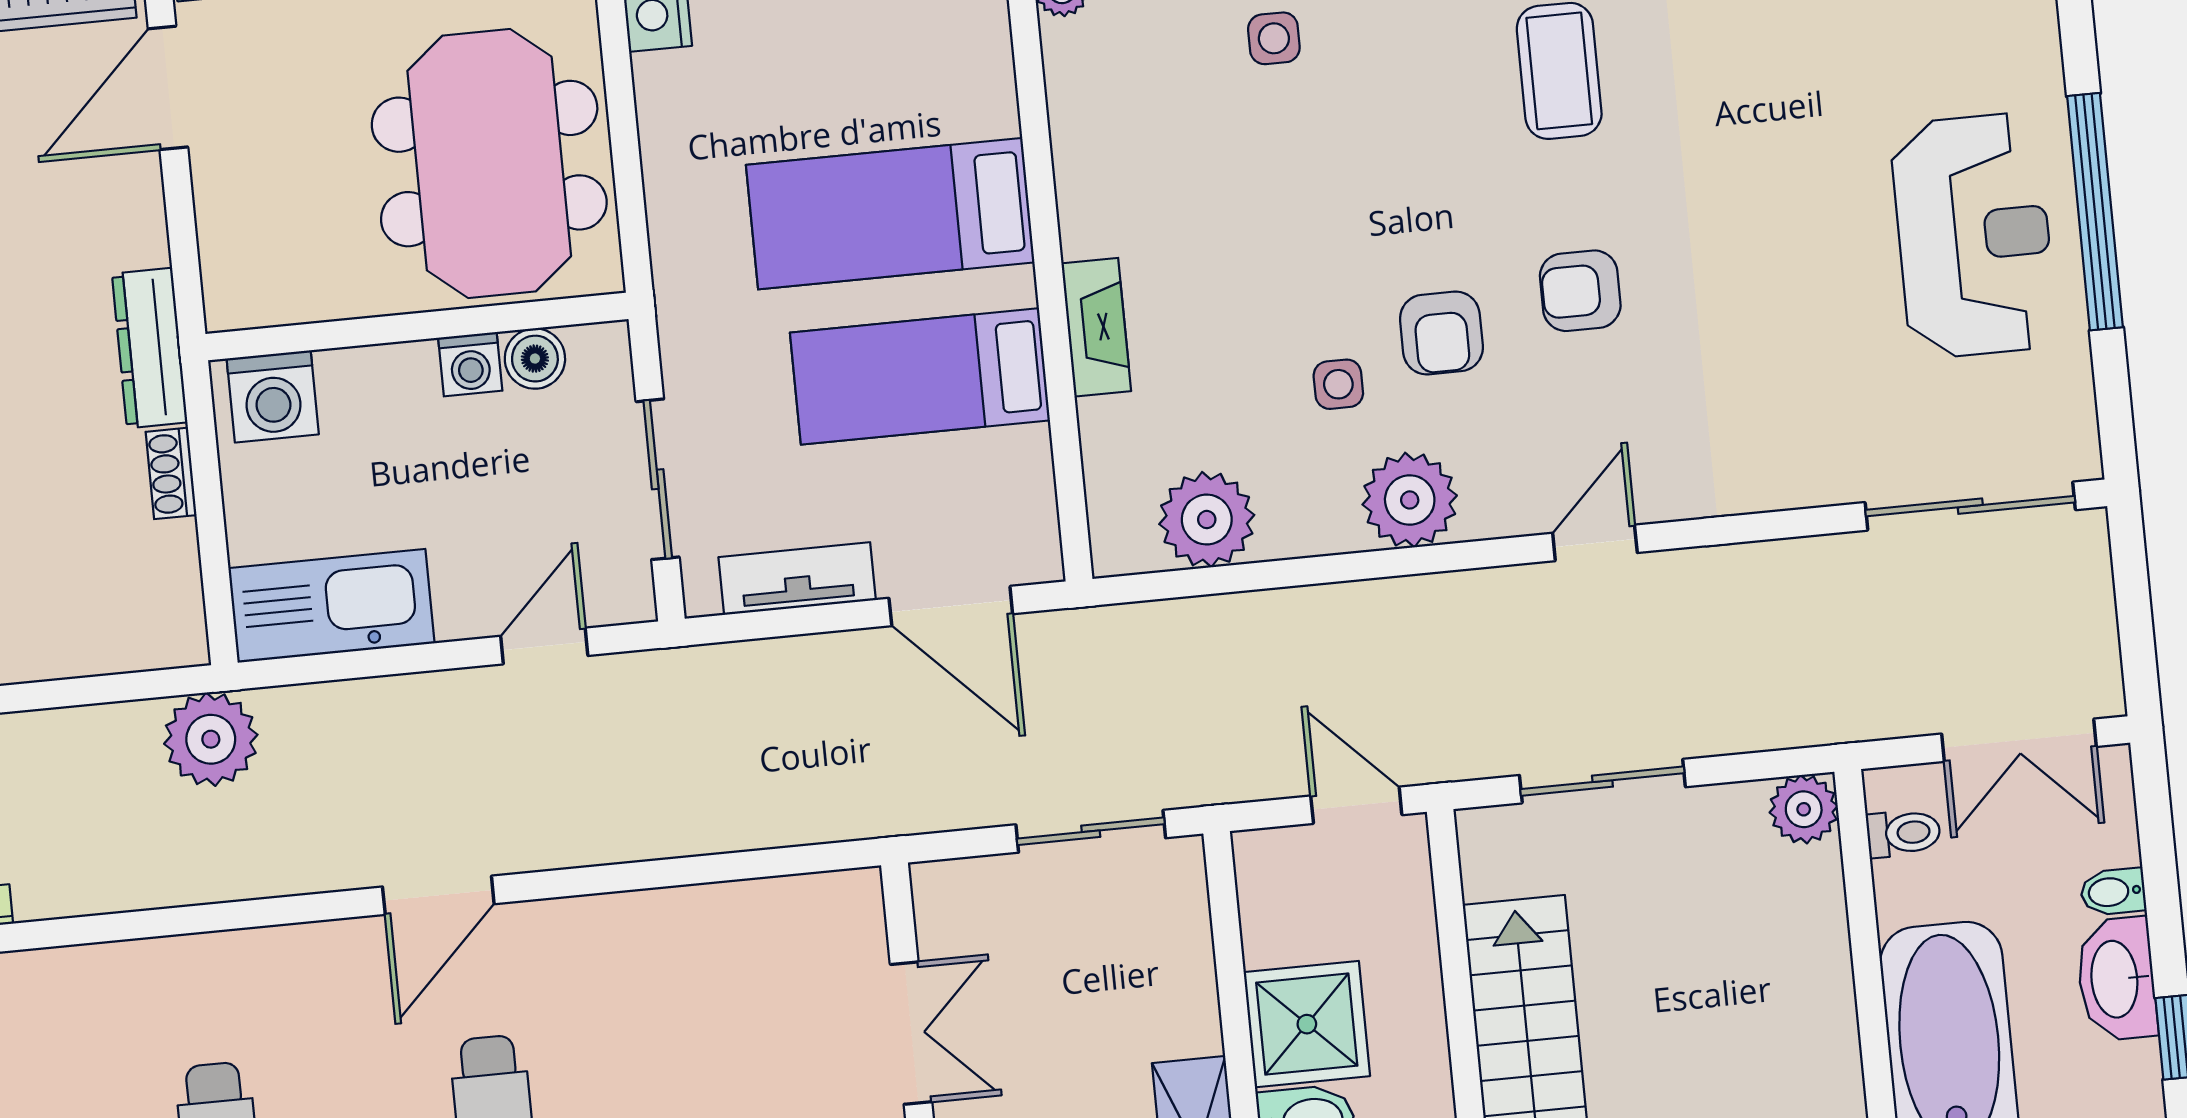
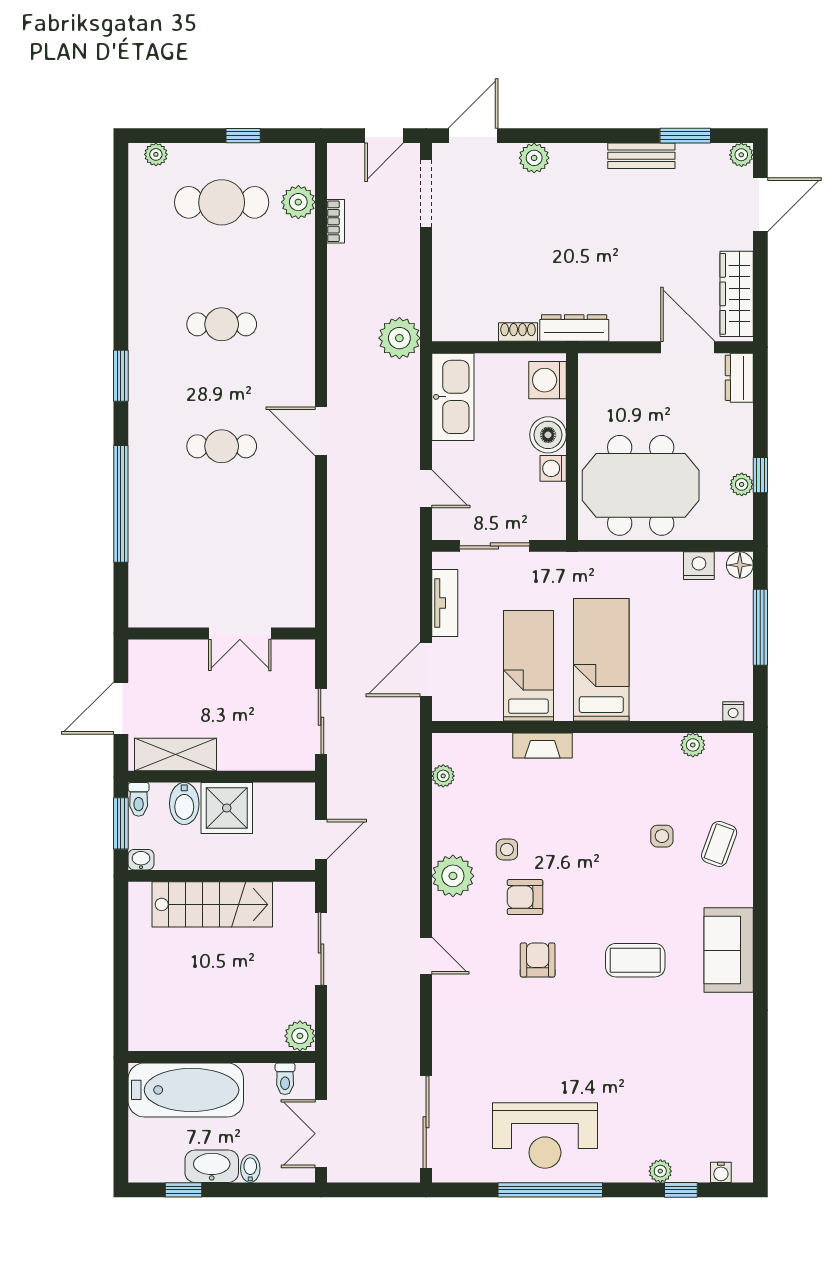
boiler: (535, 359) -> (548, 435), moved, width x1.36, depth x1.36
plant: (1207, 520) -> (443, 776), width x0.53, depth x0.53

